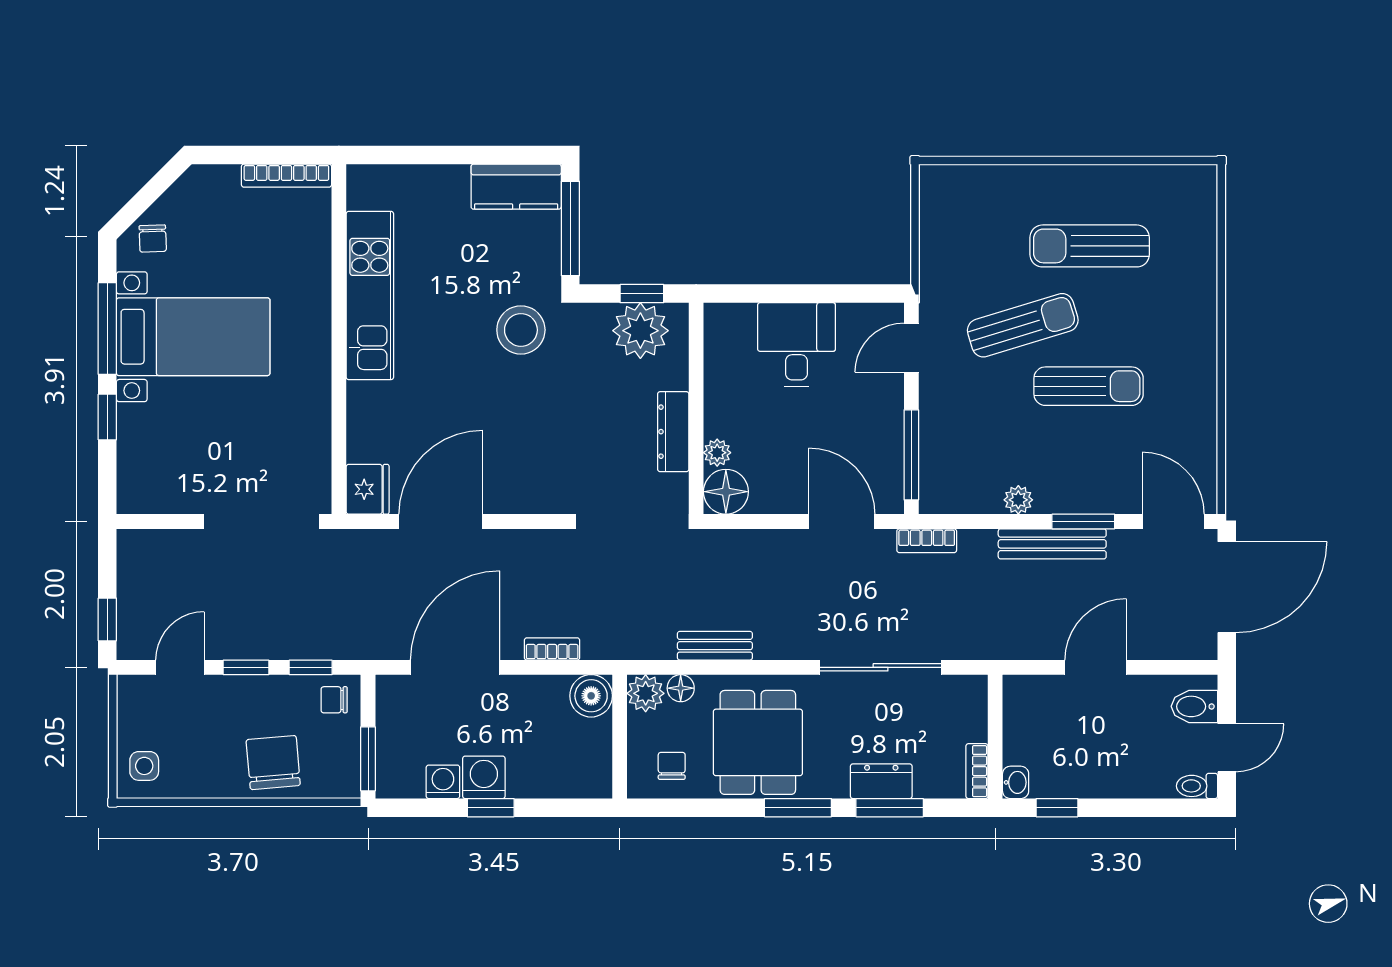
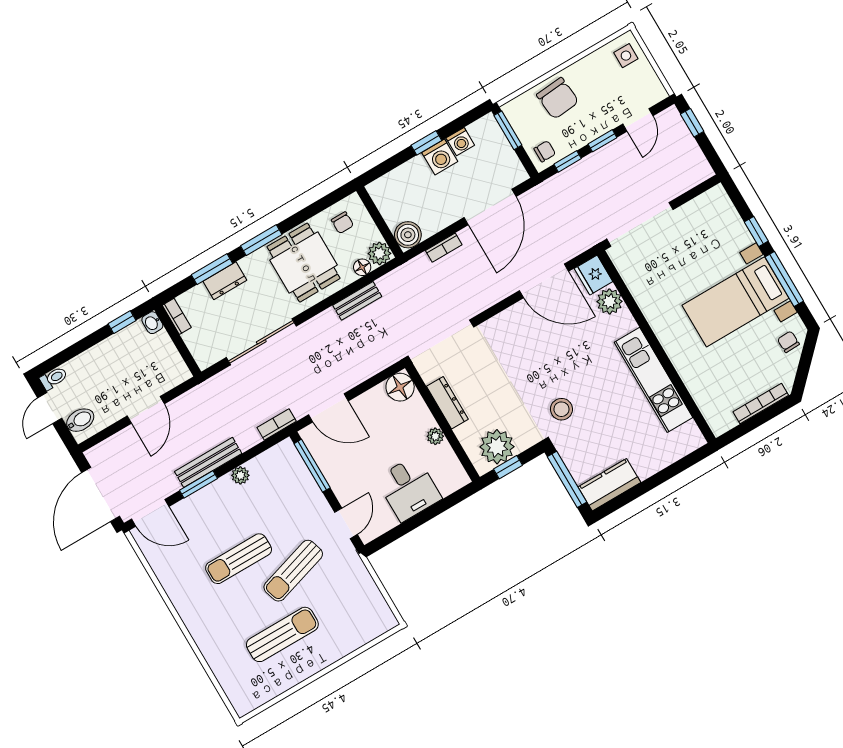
bookcase: (286, 176) -> (761, 404), moved
stool: (521, 330) -> (561, 409), width x0.73, depth x0.73
plant: (367, 440) -> (610, 301), added
plant: (717, 453) -> (435, 436), moved
door: (441, 521) -> (544, 281), hinge flipped

